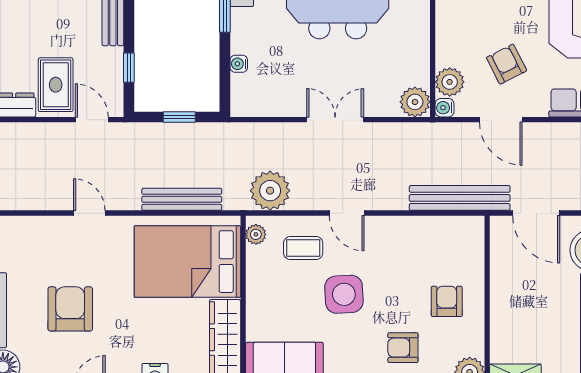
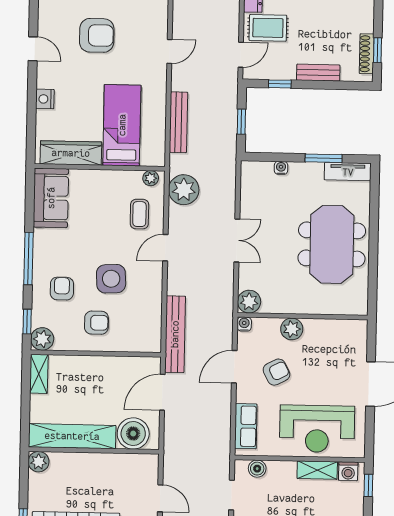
plant: (450, 82) -> (292, 329), moved
bed: (187, 262) -> (122, 125), width x0.67
side table: (344, 294) -> (111, 279), moved

